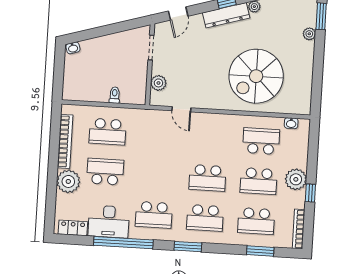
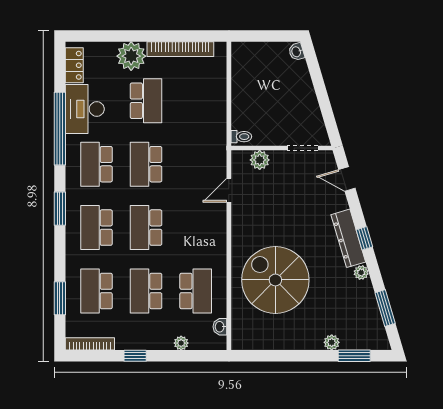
toilet: (115, 95) -> (241, 137), moved
school desk: (108, 132) -> (146, 164), moved
plant: (296, 179) -> (181, 343), moved, width x0.53, depth x0.53

